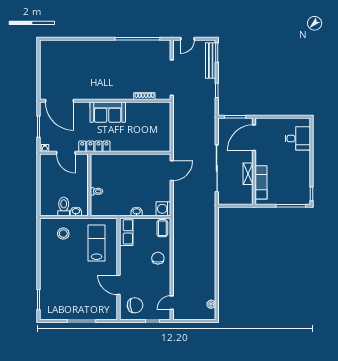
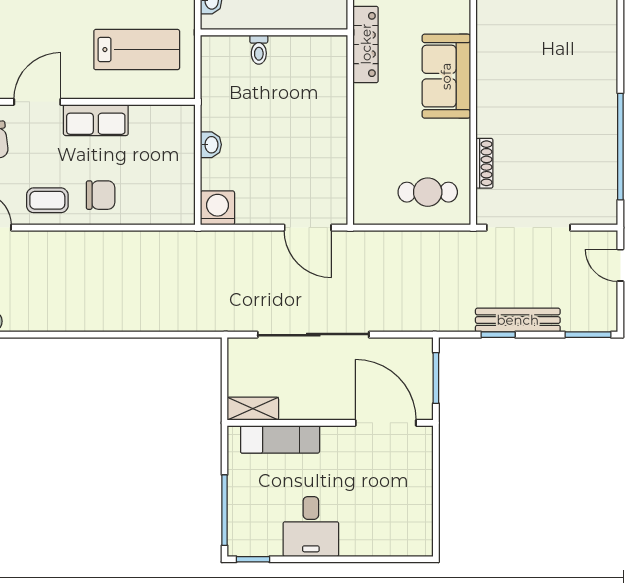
bench: (211, 61) -> (518, 320), moved
cafe table: (157, 120) -> (428, 192), added
desk: (298, 138) -> (311, 527), moved
shelving: (248, 174) -> (253, 409), moved
coffee table: (162, 228) -> (47, 200), moved
row of seats: (126, 232) -> (96, 120), moved

